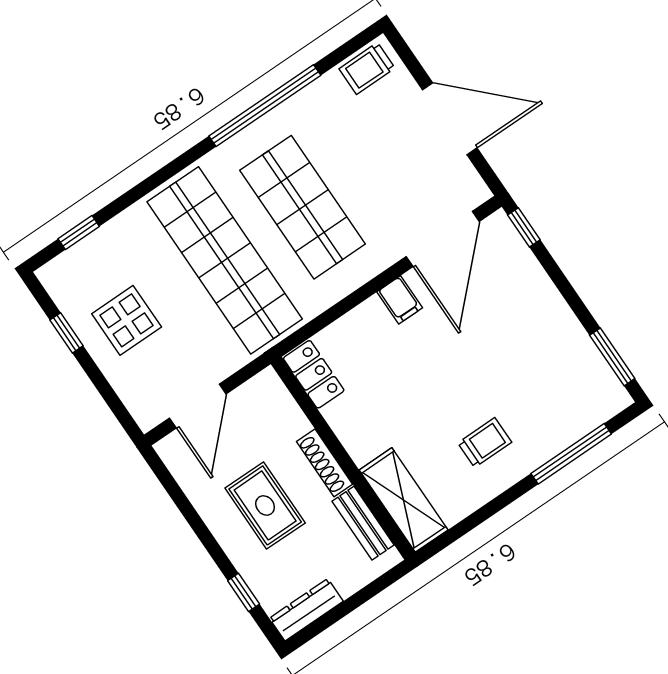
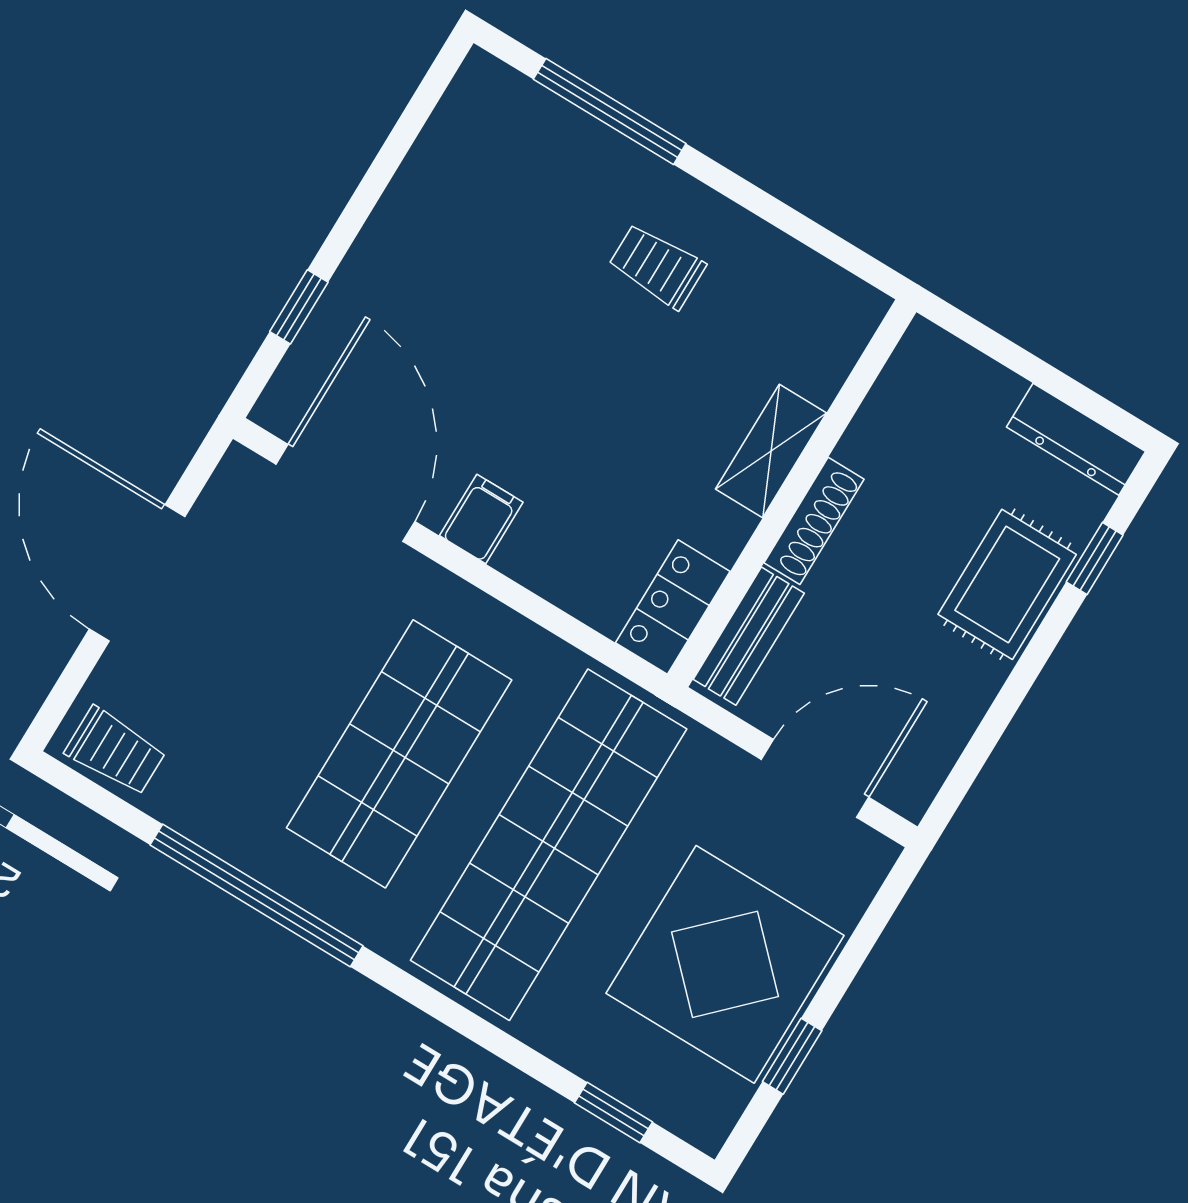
window: (524, 227) -> (299, 307), moved
door: (443, 239) -> (345, 493), hinge flipped
display table: (127, 320) -> (725, 964), width x1.86, depth x1.86
window: (612, 357) -> (415, 116), removed
shelving: (404, 500) -> (771, 451), moved, width x0.67, depth x0.75
rug: (265, 506) -> (1007, 584), moved
bench: (363, 523) -> (749, 636), moved

